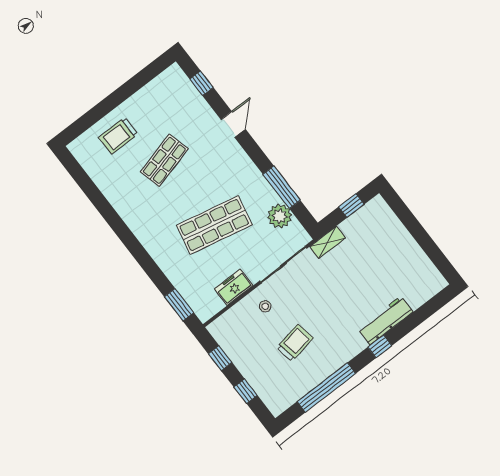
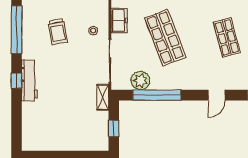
door: (233, 124) -> (217, 95), hinge flipped
window: (282, 187) -> (157, 95), width x1.46
shop shelf: (214, 225) -> (165, 37), turned -33
workbench: (385, 320) -> (29, 81), moved

